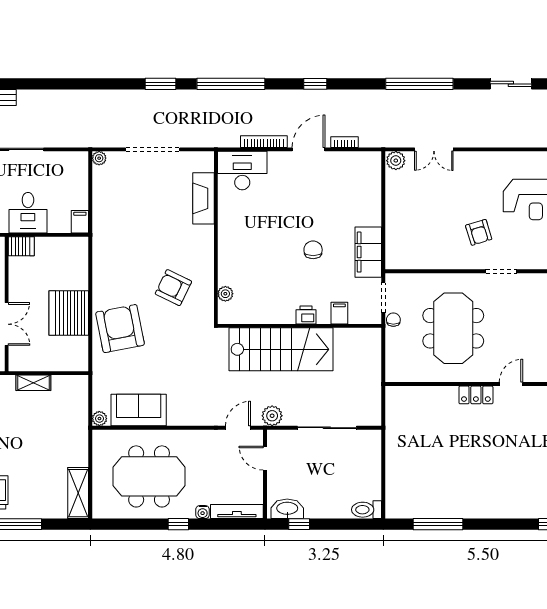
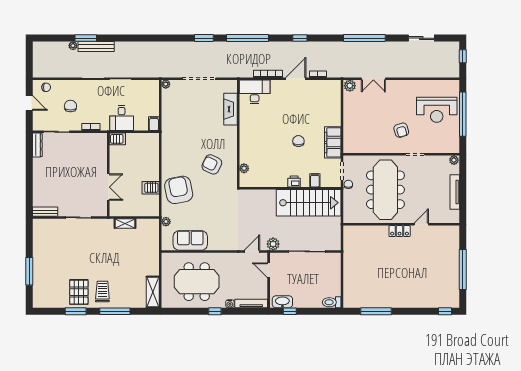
server rack: (69, 313) -> (151, 188), width x0.46, depth x0.70
meeting table: (453, 328) -> (385, 190), width x1.36
stairs: (281, 349) -> (309, 203), moved
plant: (99, 419) -> (166, 222), moved

